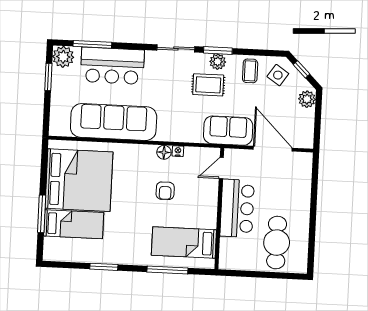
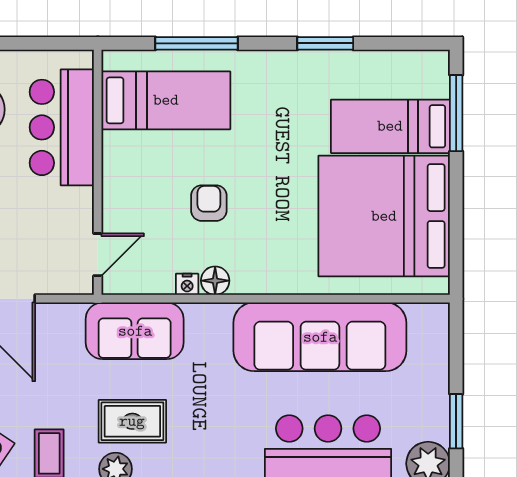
sofa: (228, 131) -> (135, 331), moved
bar counter: (237, 208) -> (62, 127), moved
window: (42, 214) -> (456, 113), moved

